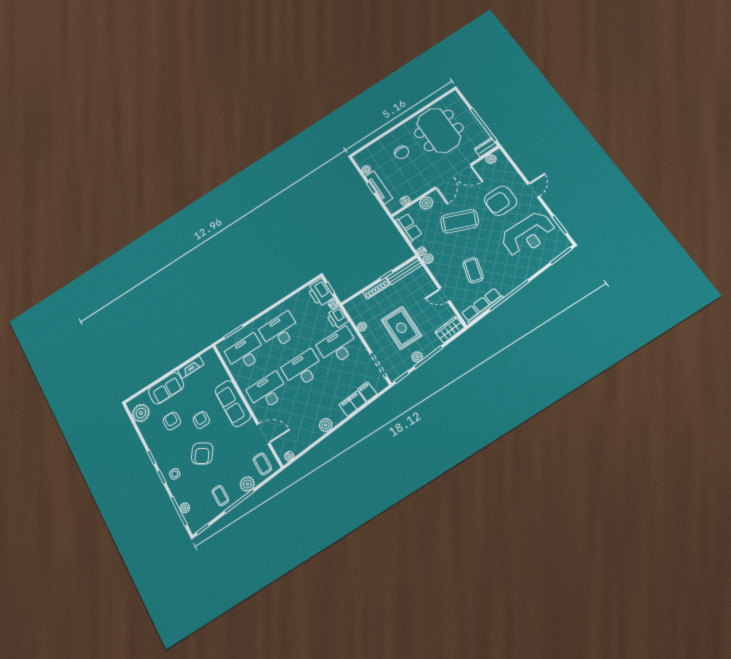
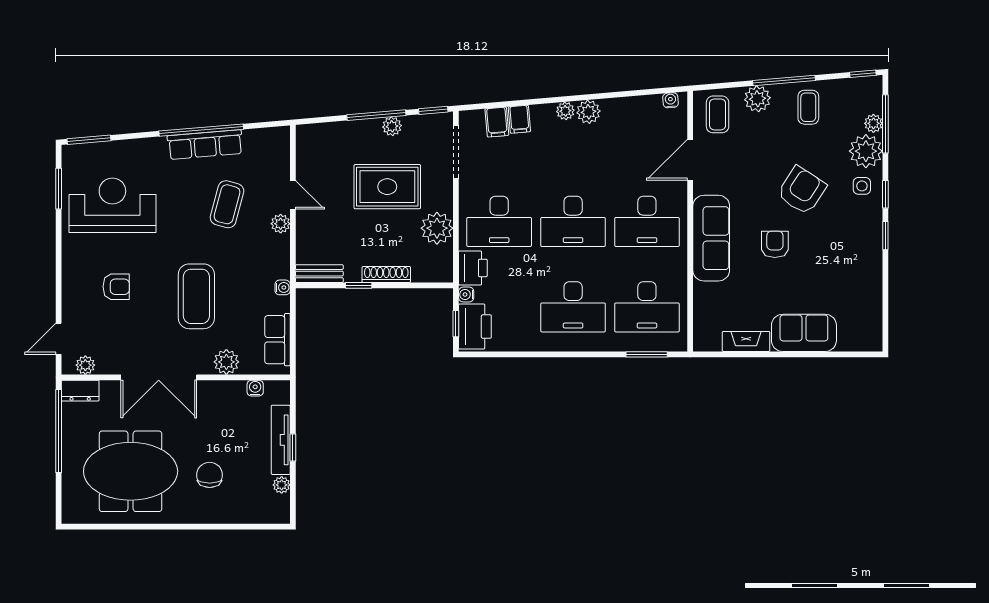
meeting table: (439, 130) -> (131, 471), turned 90
double door: (453, 176) -> (159, 377), swing flipped
door: (533, 190) -> (59, 339), moved
armchair: (501, 201) -> (116, 287), width x0.53, depth x0.53
coffee table: (460, 221) -> (196, 296), turned 67
plant: (428, 259) -> (281, 224), moved
bench: (404, 271) -> (319, 274), width x0.73
row of seats: (482, 306) -> (205, 145), moved
plant: (362, 327) -> (437, 228), width x1.88, depth x1.88
rug: (401, 328) -> (387, 187), turned 90
wardrobe: (450, 330) -> (319, 136), removed
filing cabinet: (353, 403) -> (519, 119), width x0.50
plant: (141, 413) -> (866, 151), moved
plant: (337, 418) -> (565, 111), added
armchair: (201, 420) -> (775, 244), turned 180
armchair: (172, 421) -> (823, 273), removed
door: (263, 434) -> (690, 160), hinge flipped

